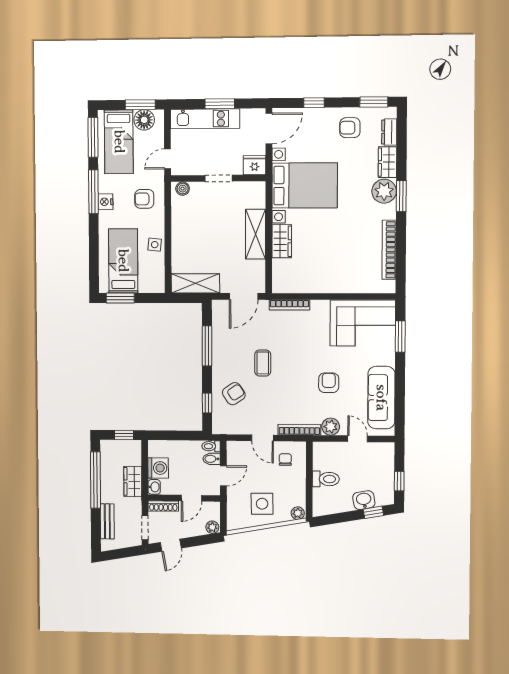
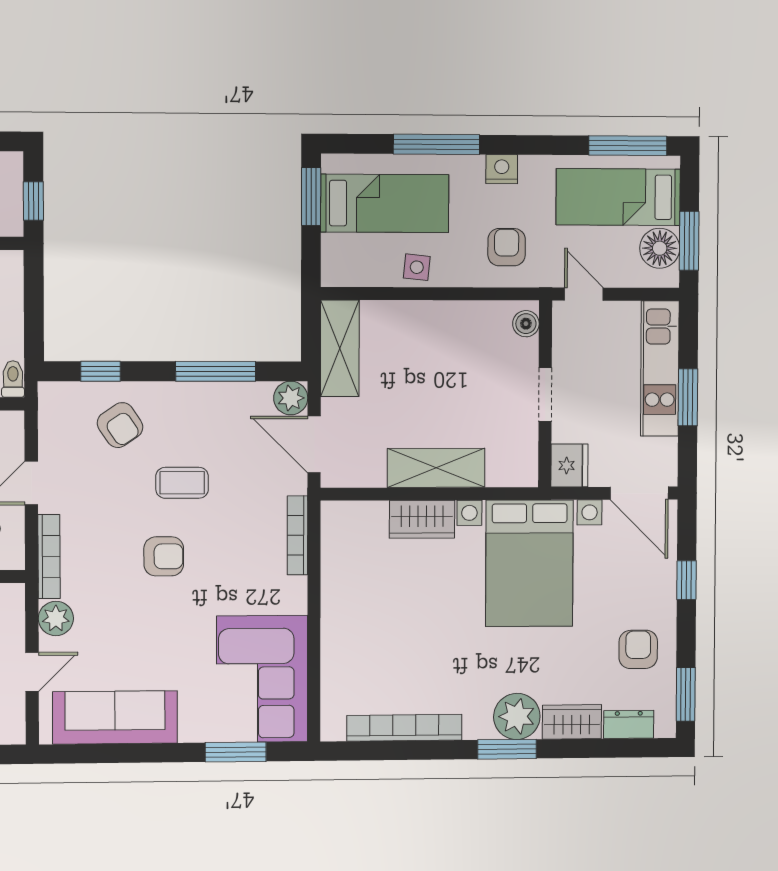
window: (93, 192) -> (436, 144), moved
plant: (220, 308) -> (291, 398), added
armchair: (329, 383) -> (164, 556), moved

